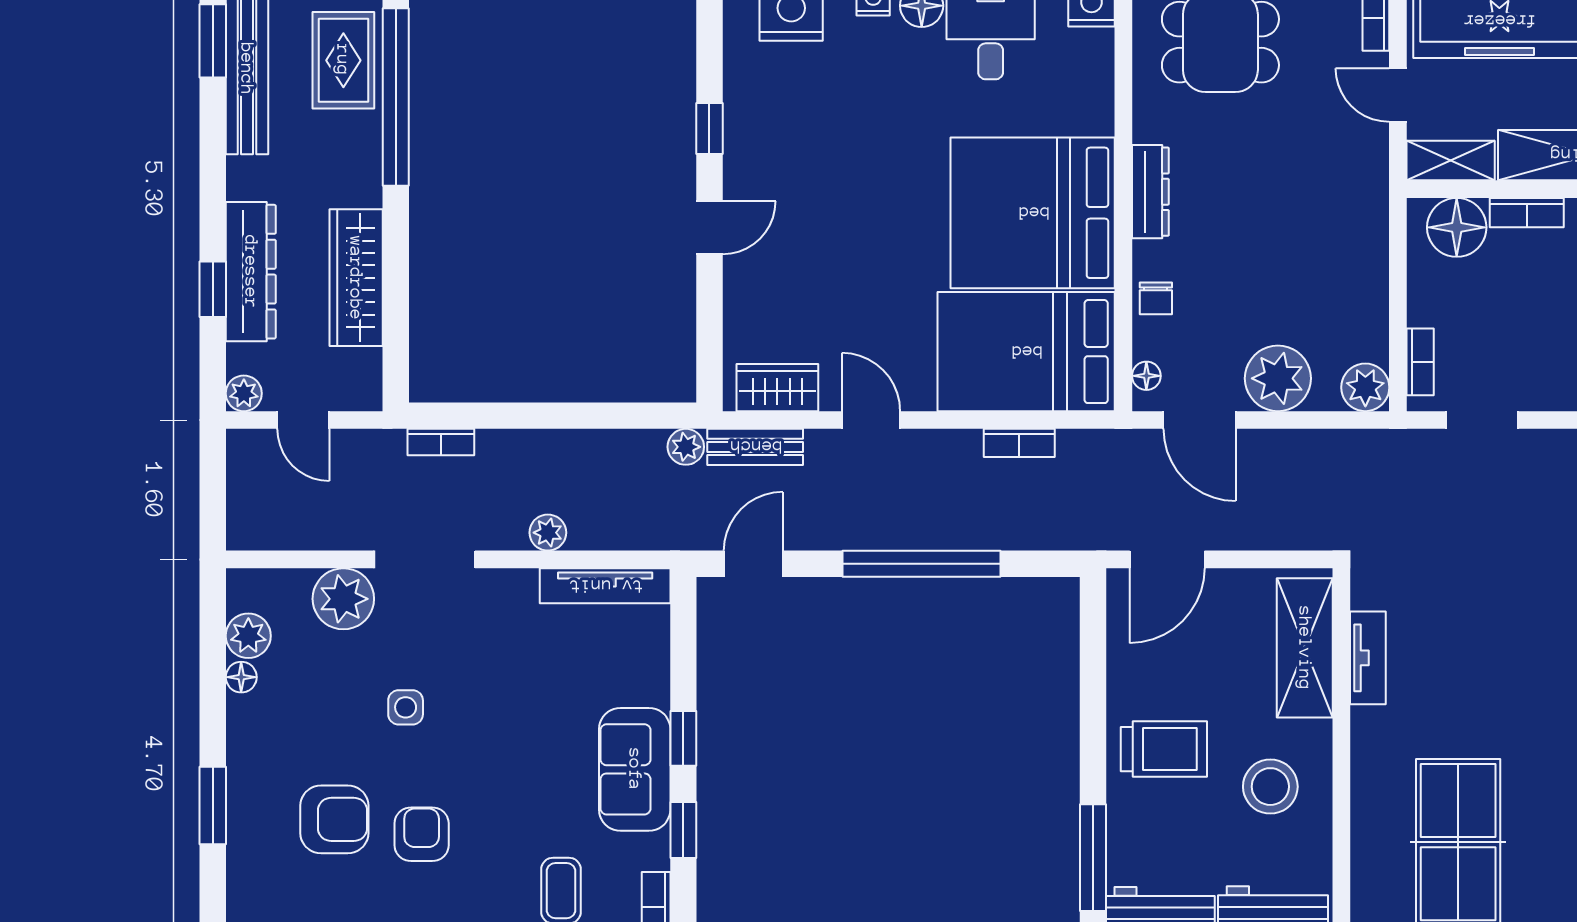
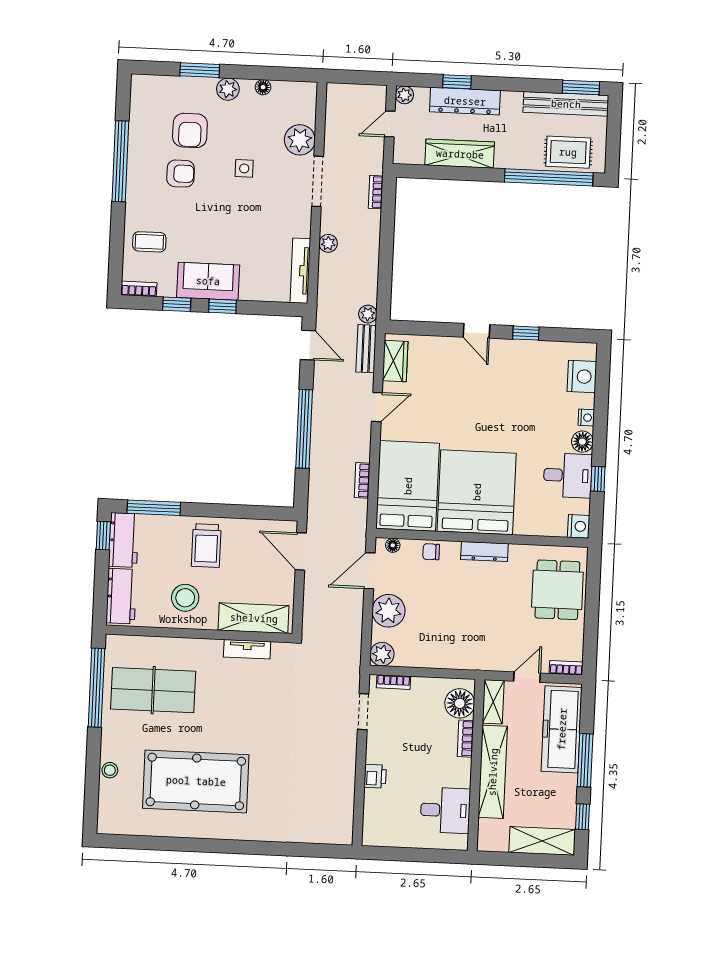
plant: (248, 636) -> (228, 89), moved

